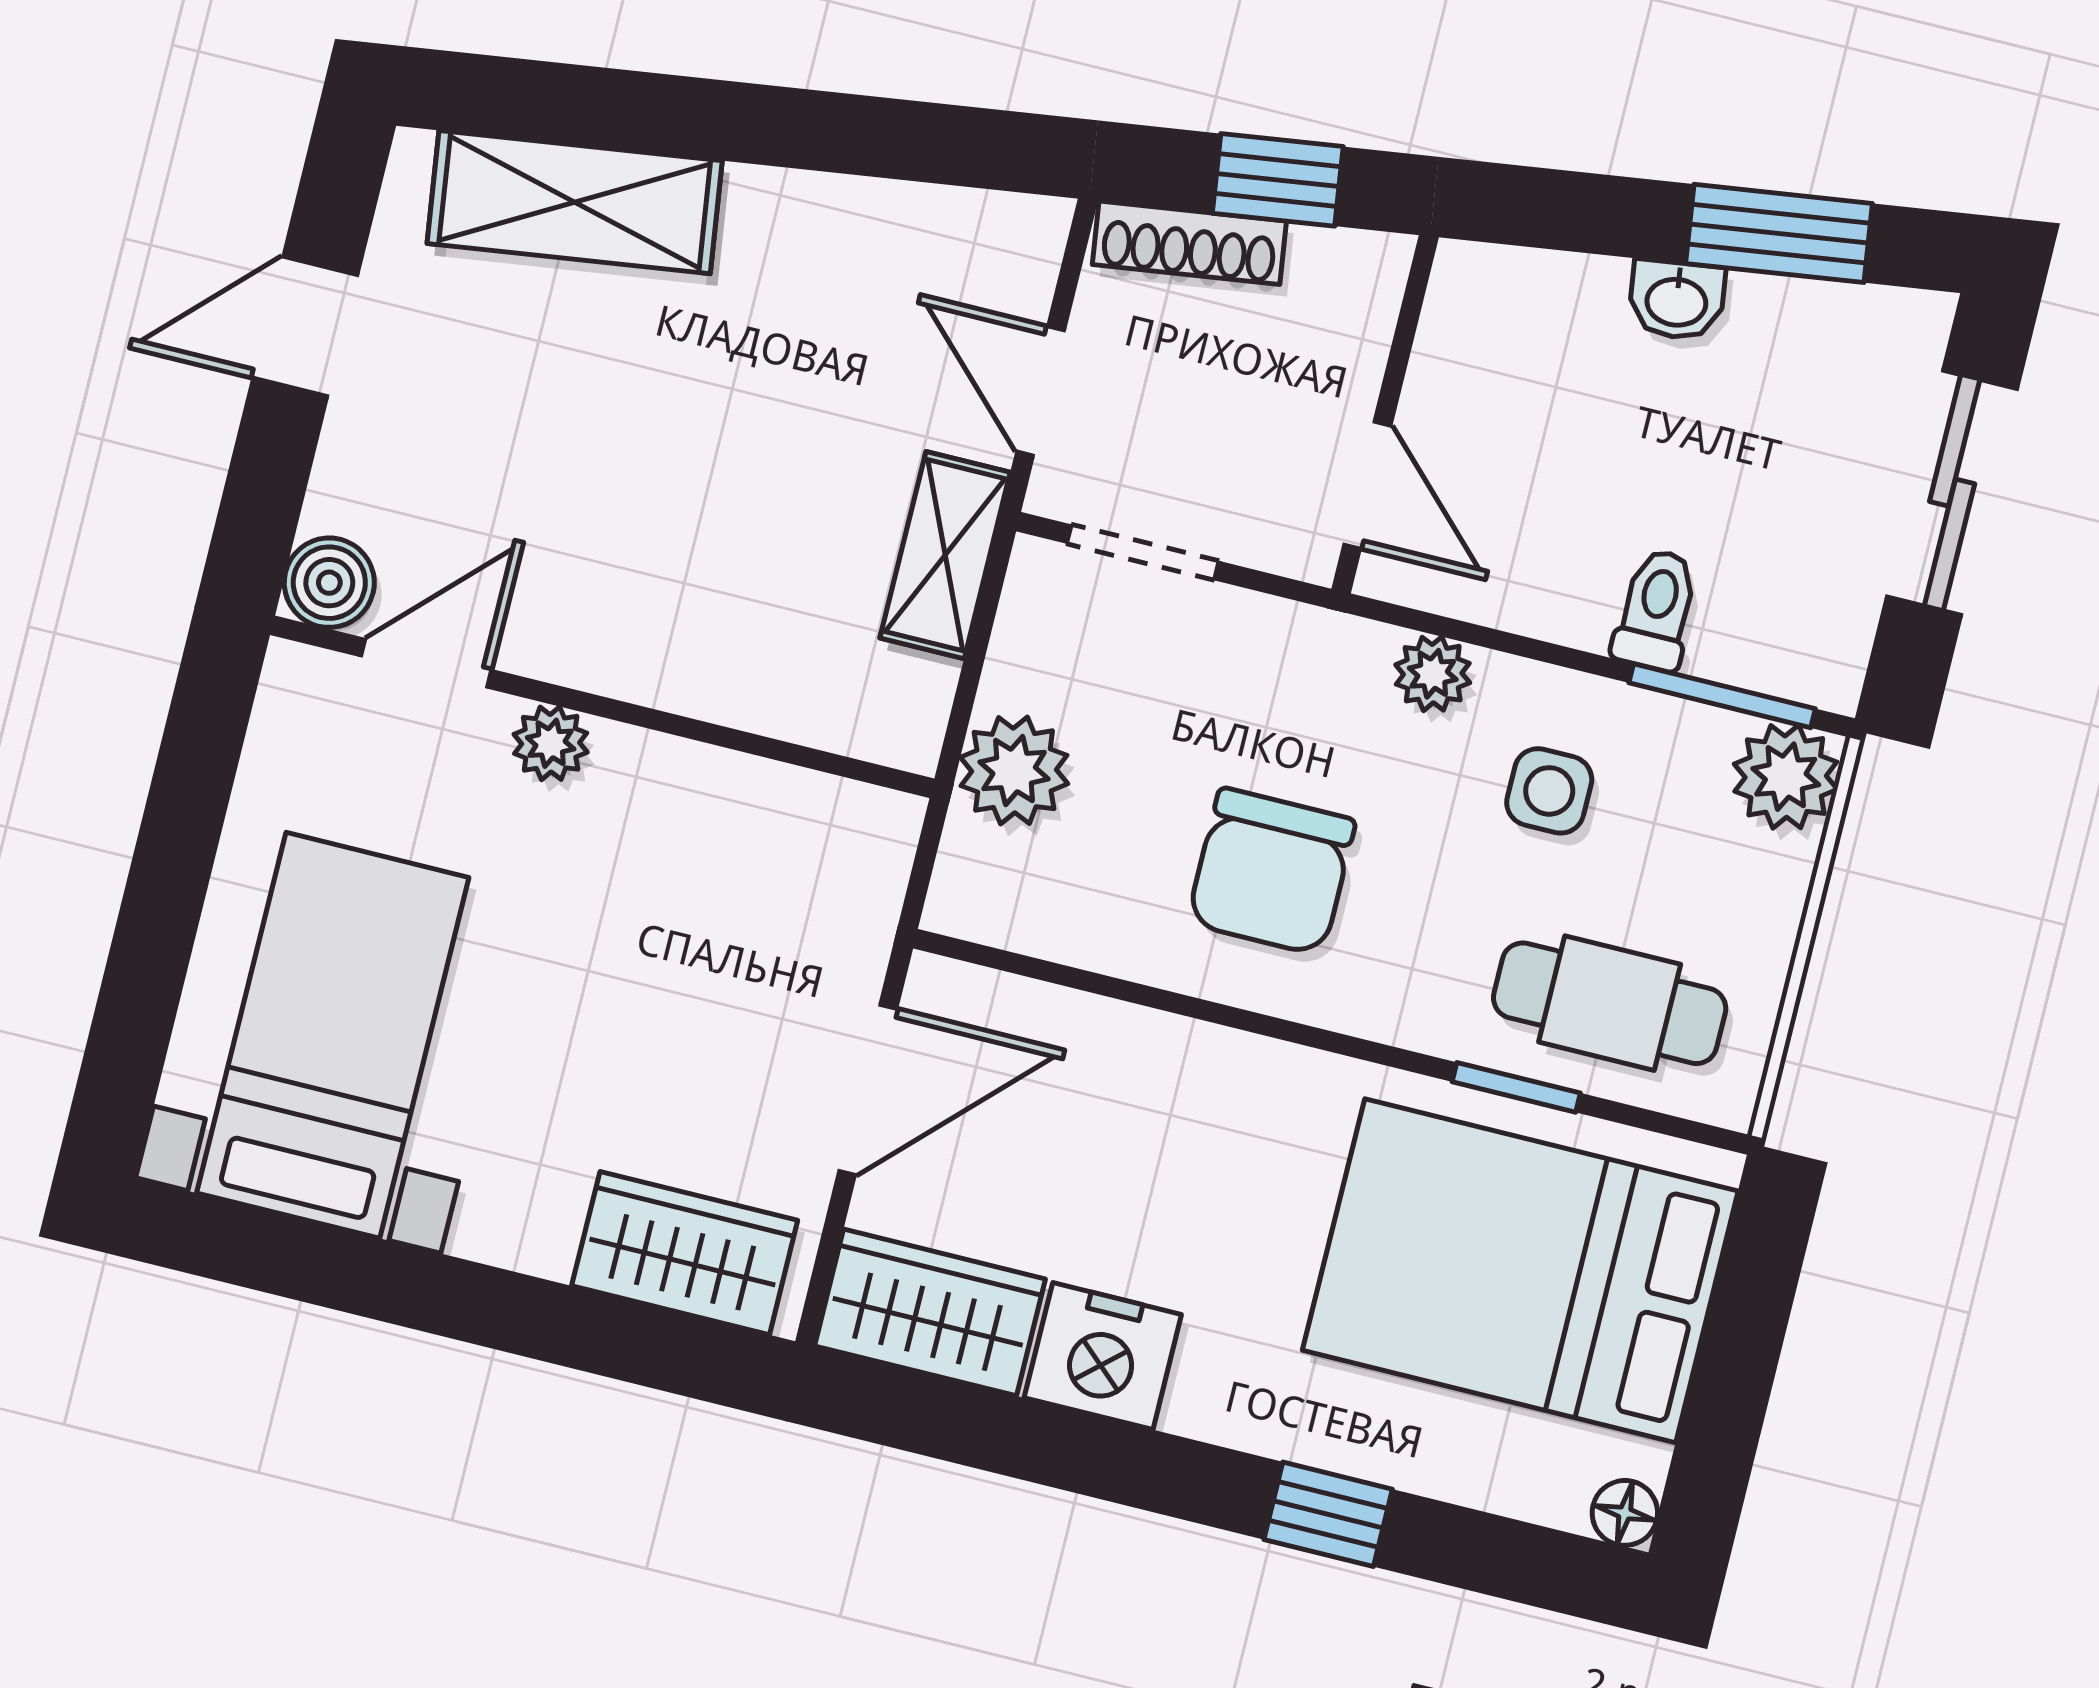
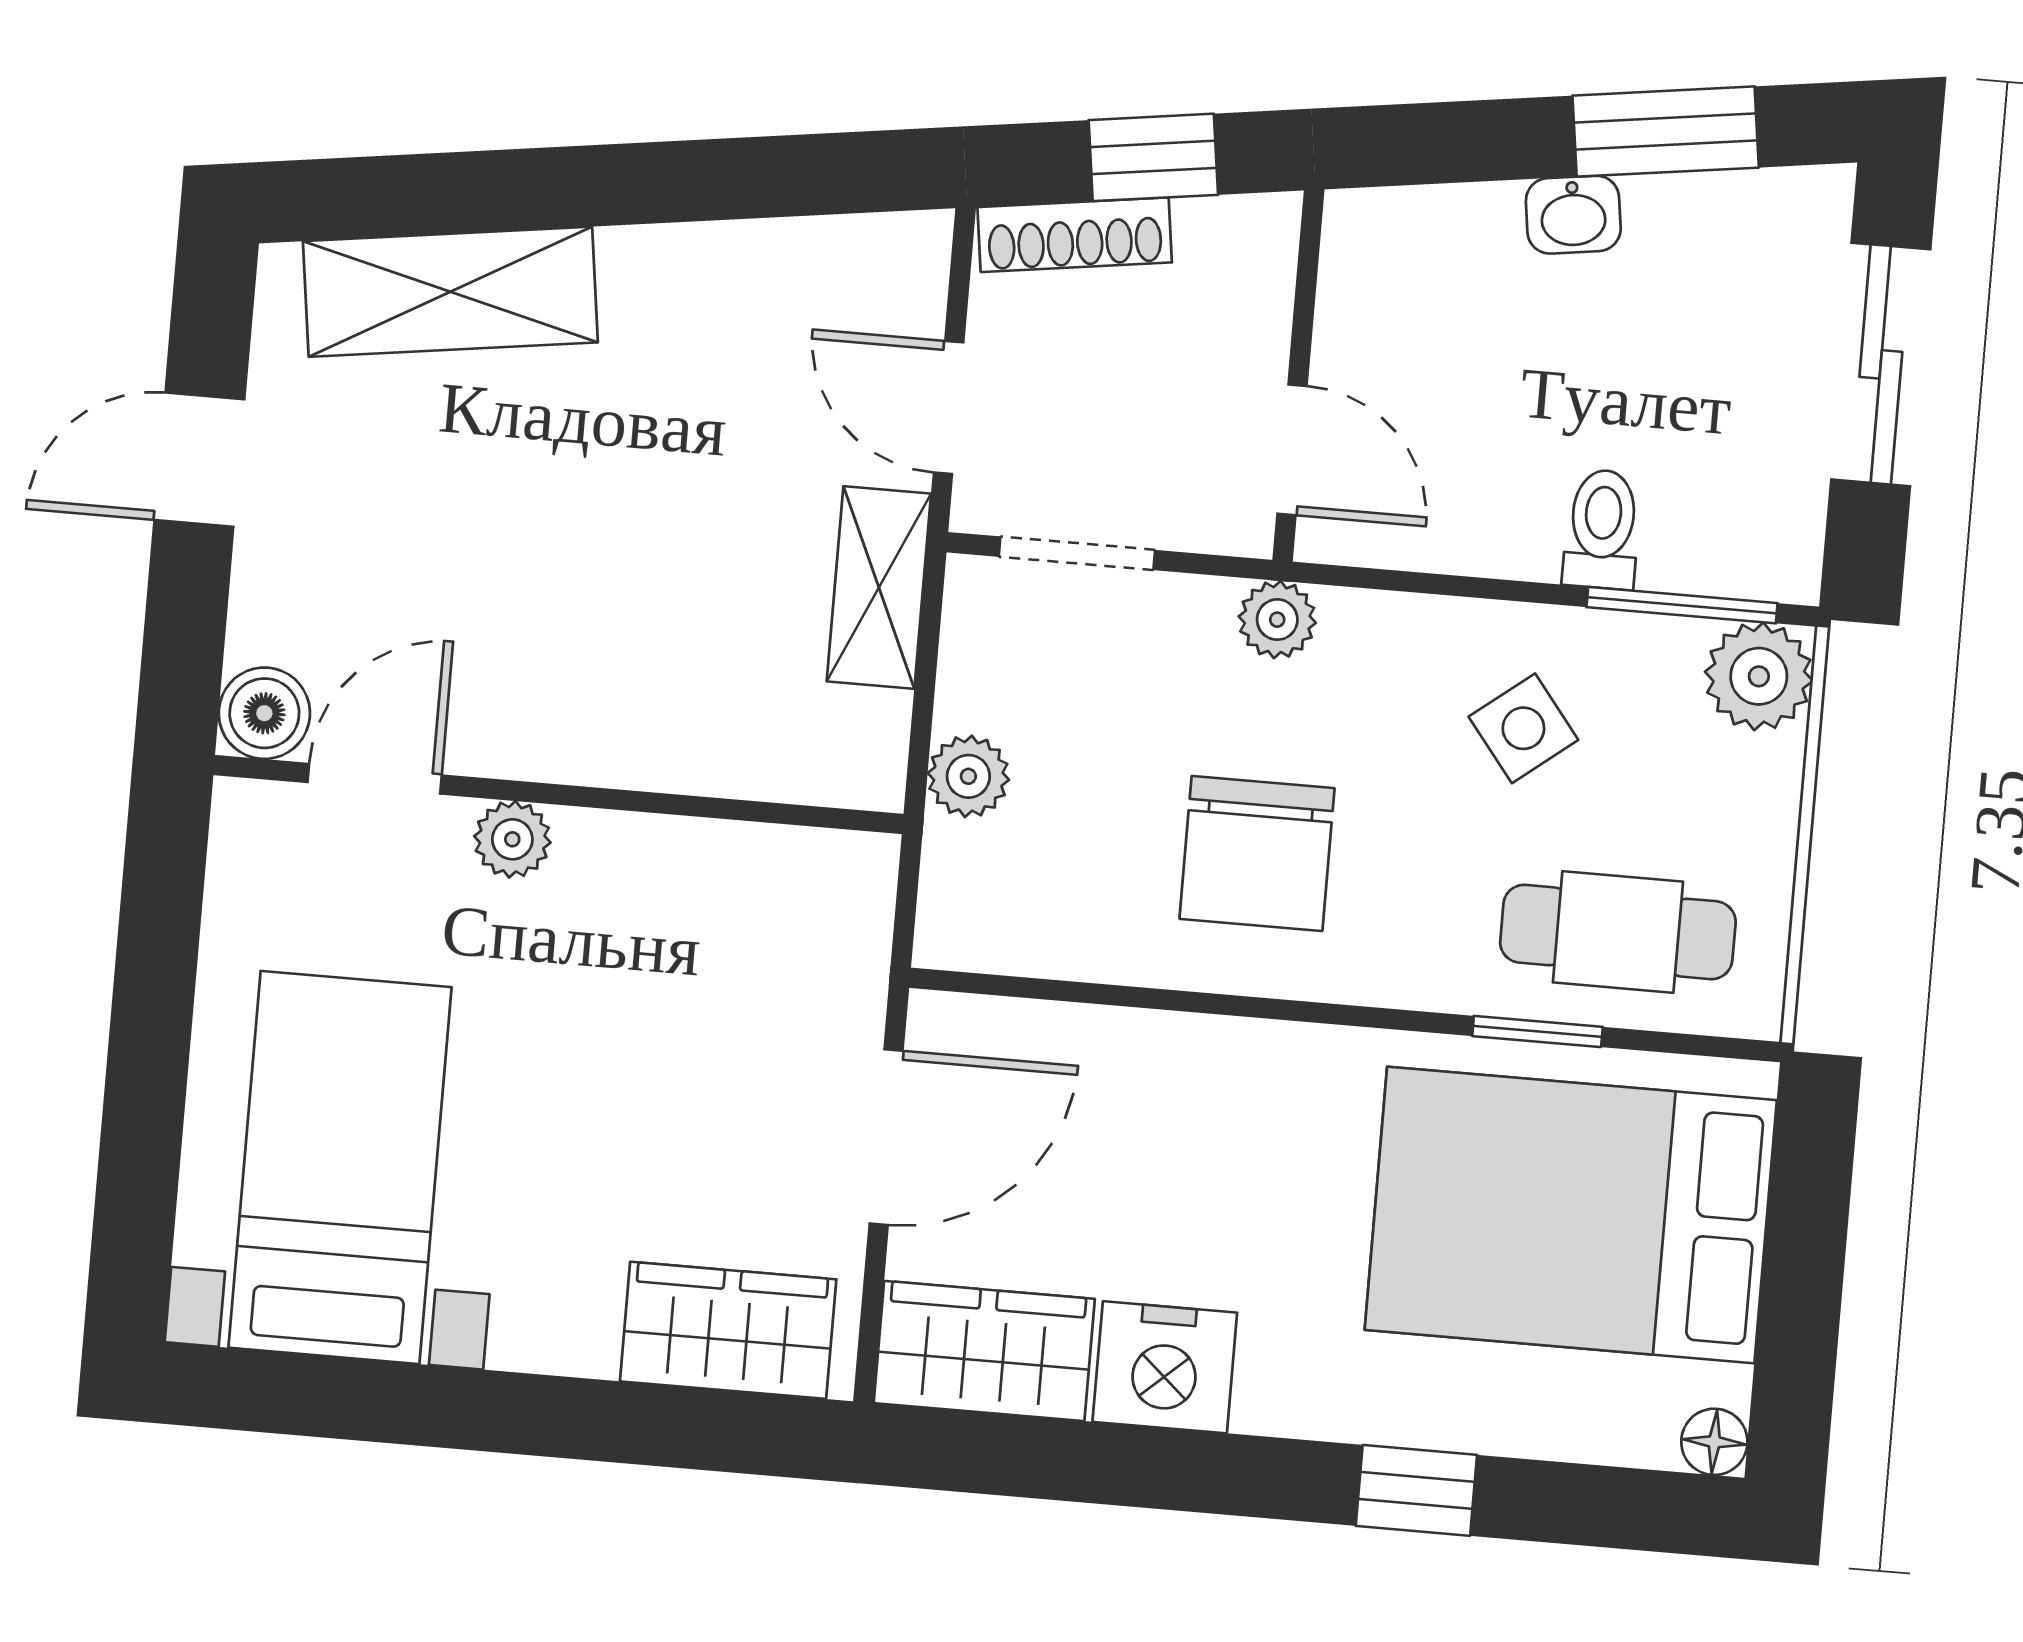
plant: (1433, 674) -> (1277, 620), moved
plant: (1014, 771) -> (968, 776), width x0.73, depth x0.73
side table: (1549, 791) -> (1523, 728), turned -38

